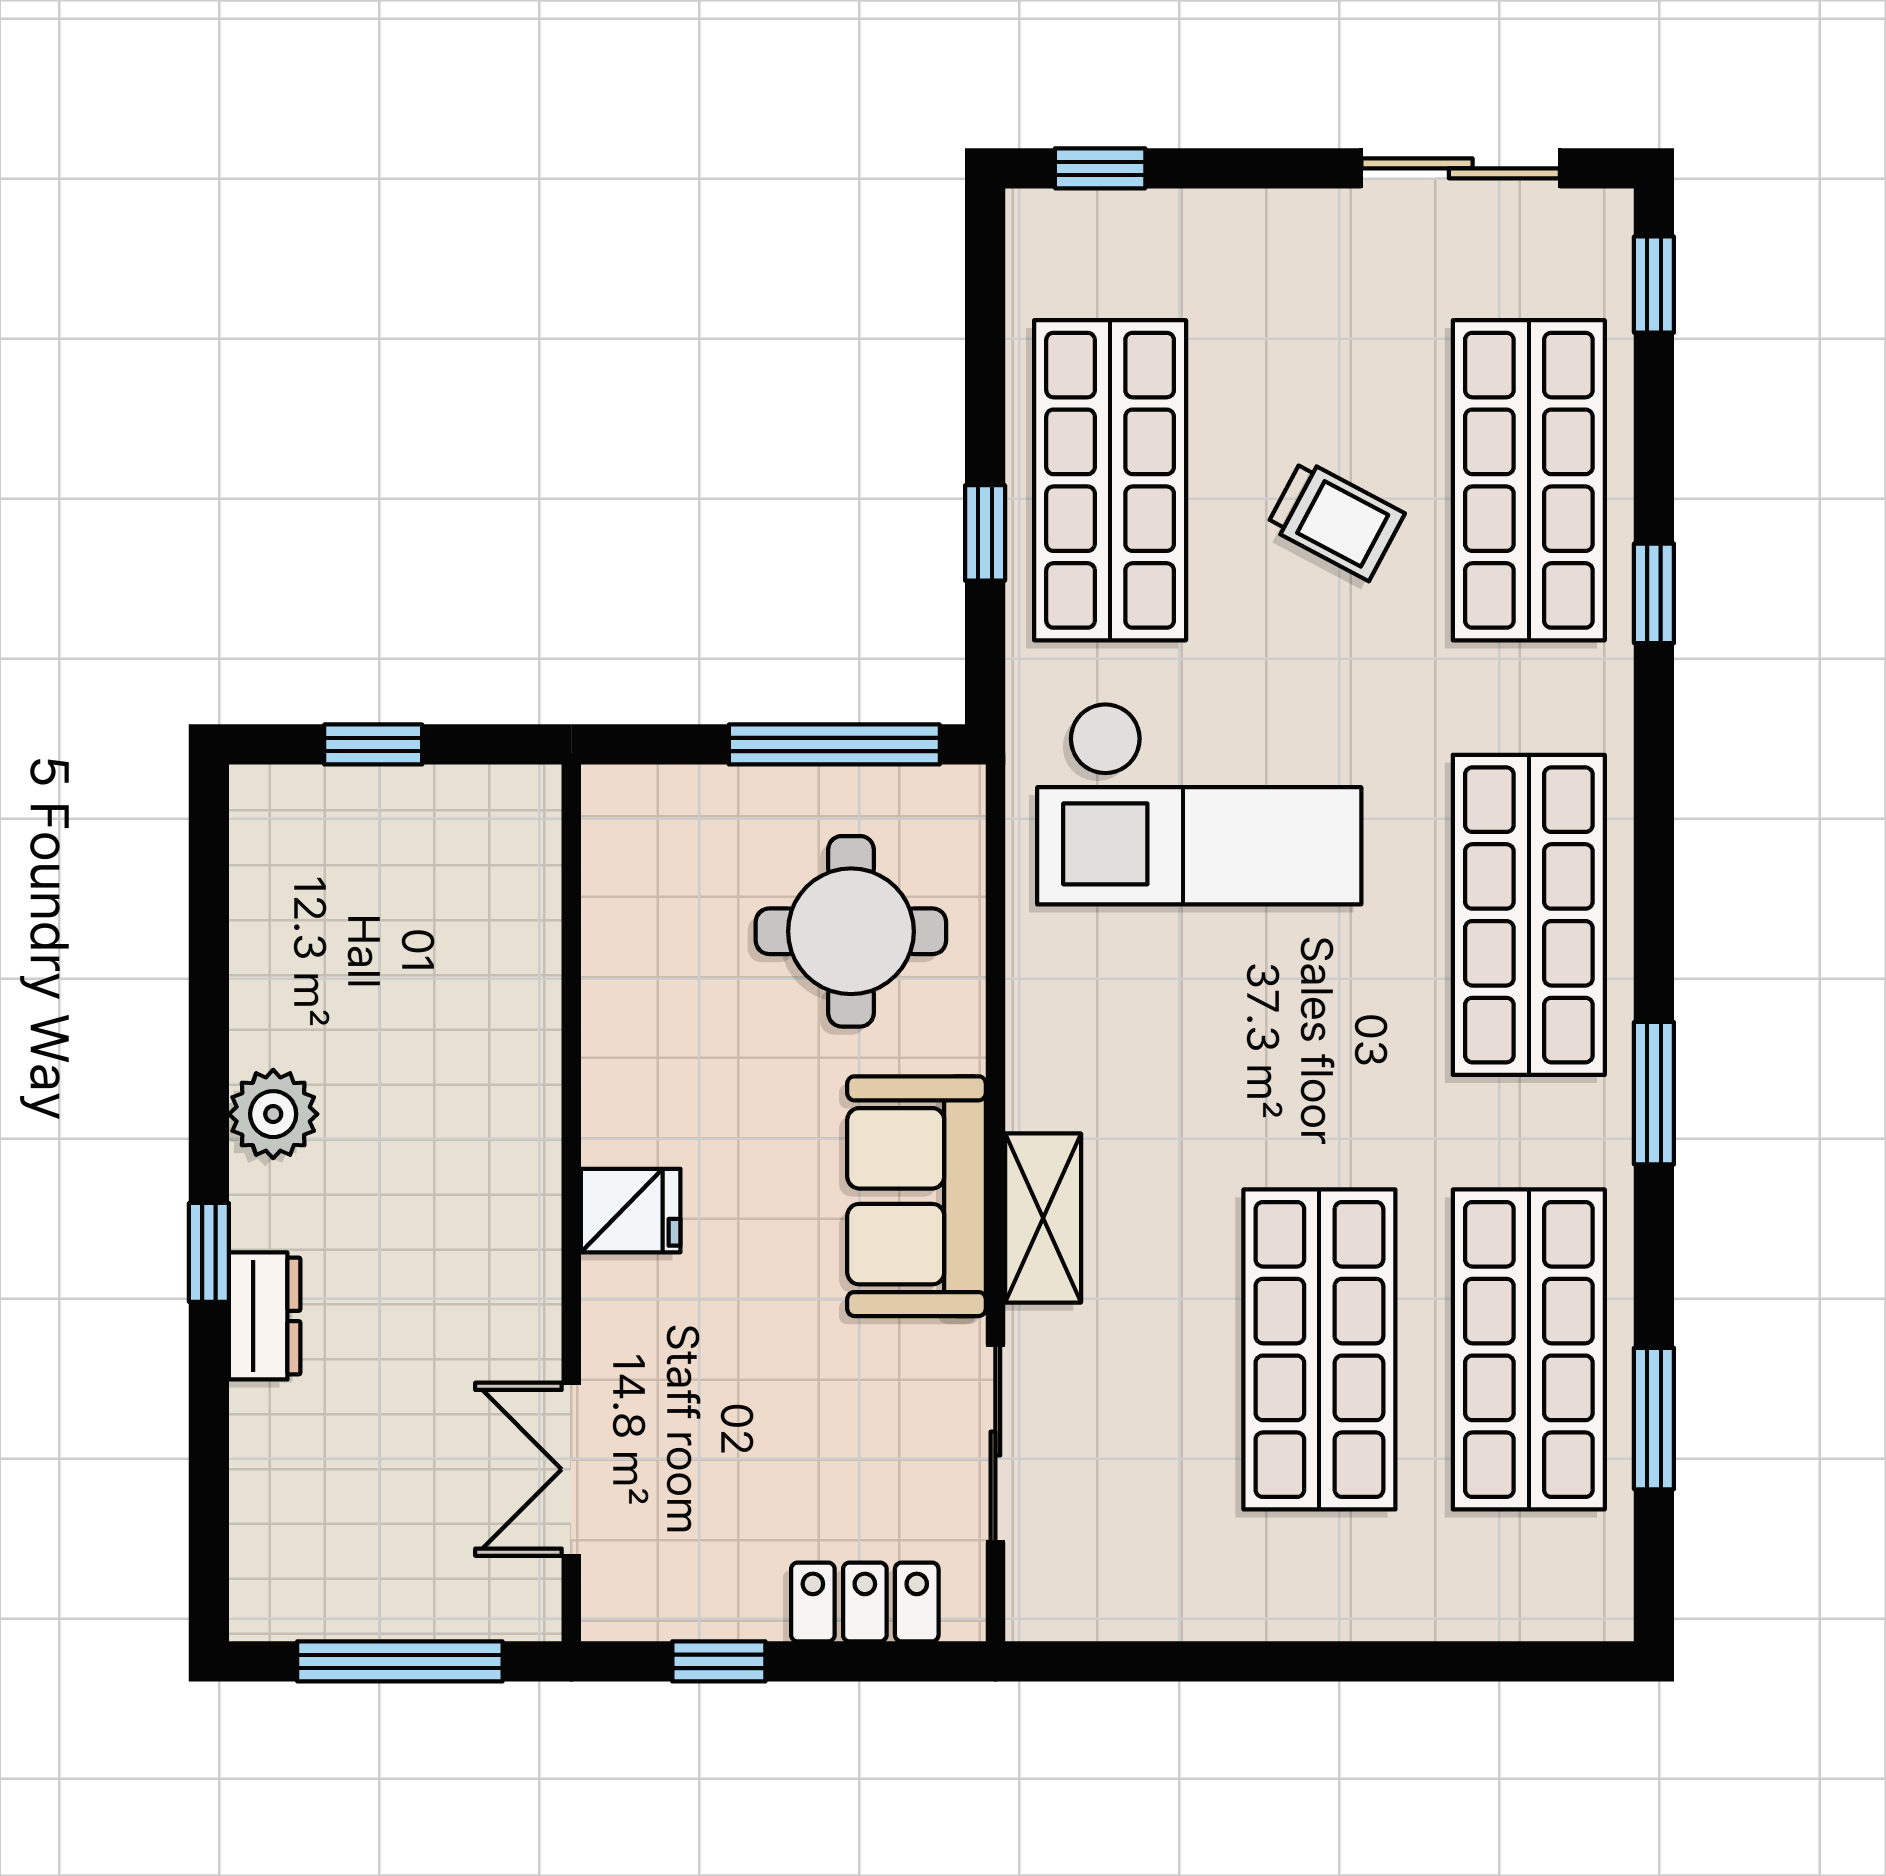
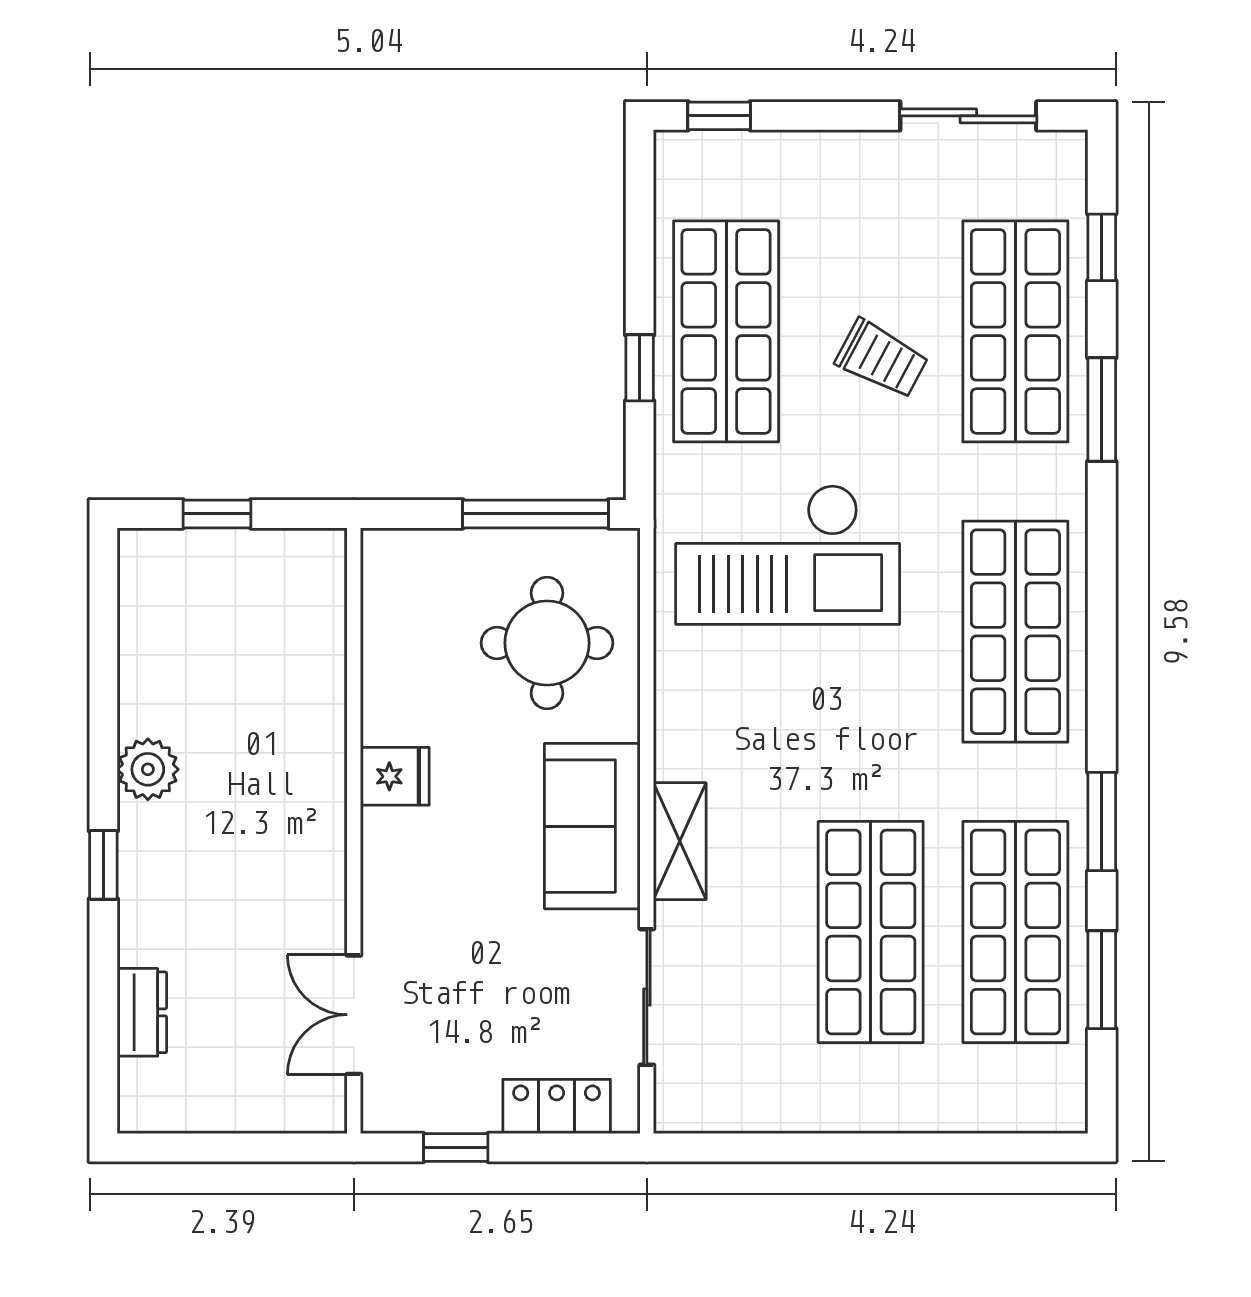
window: (1654, 285) -> (1102, 247), moved
window: (1654, 593) -> (1102, 410), width x1.50
window: (1654, 1093) -> (1102, 822), moved
fridge: (631, 1211) -> (395, 776), moved
dresser: (265, 1316) -> (142, 1012), moved
window: (400, 1661) -> (235, 1147), removed

